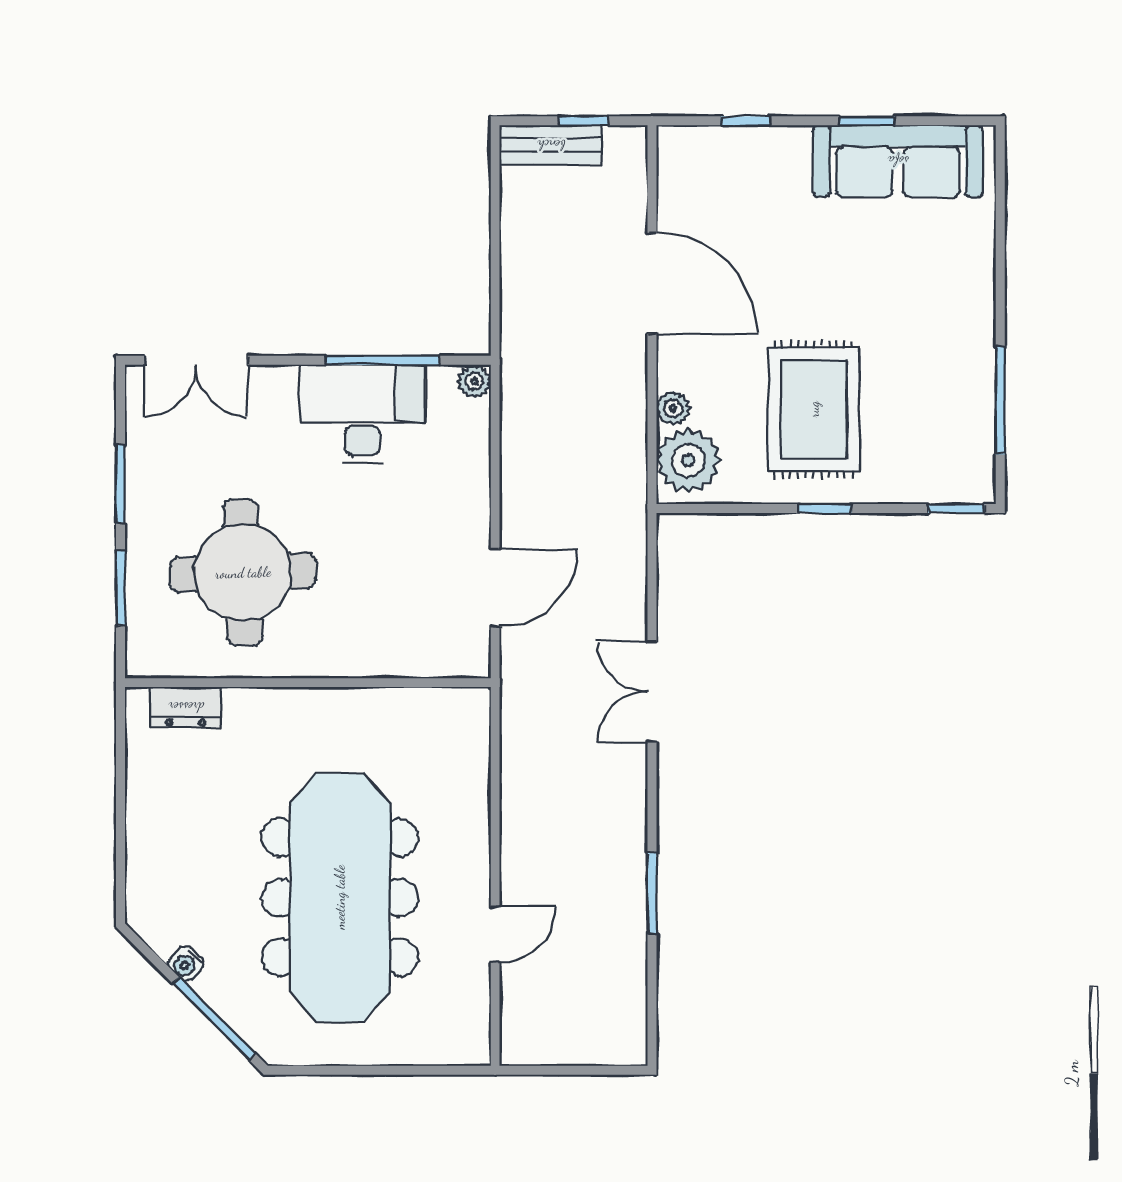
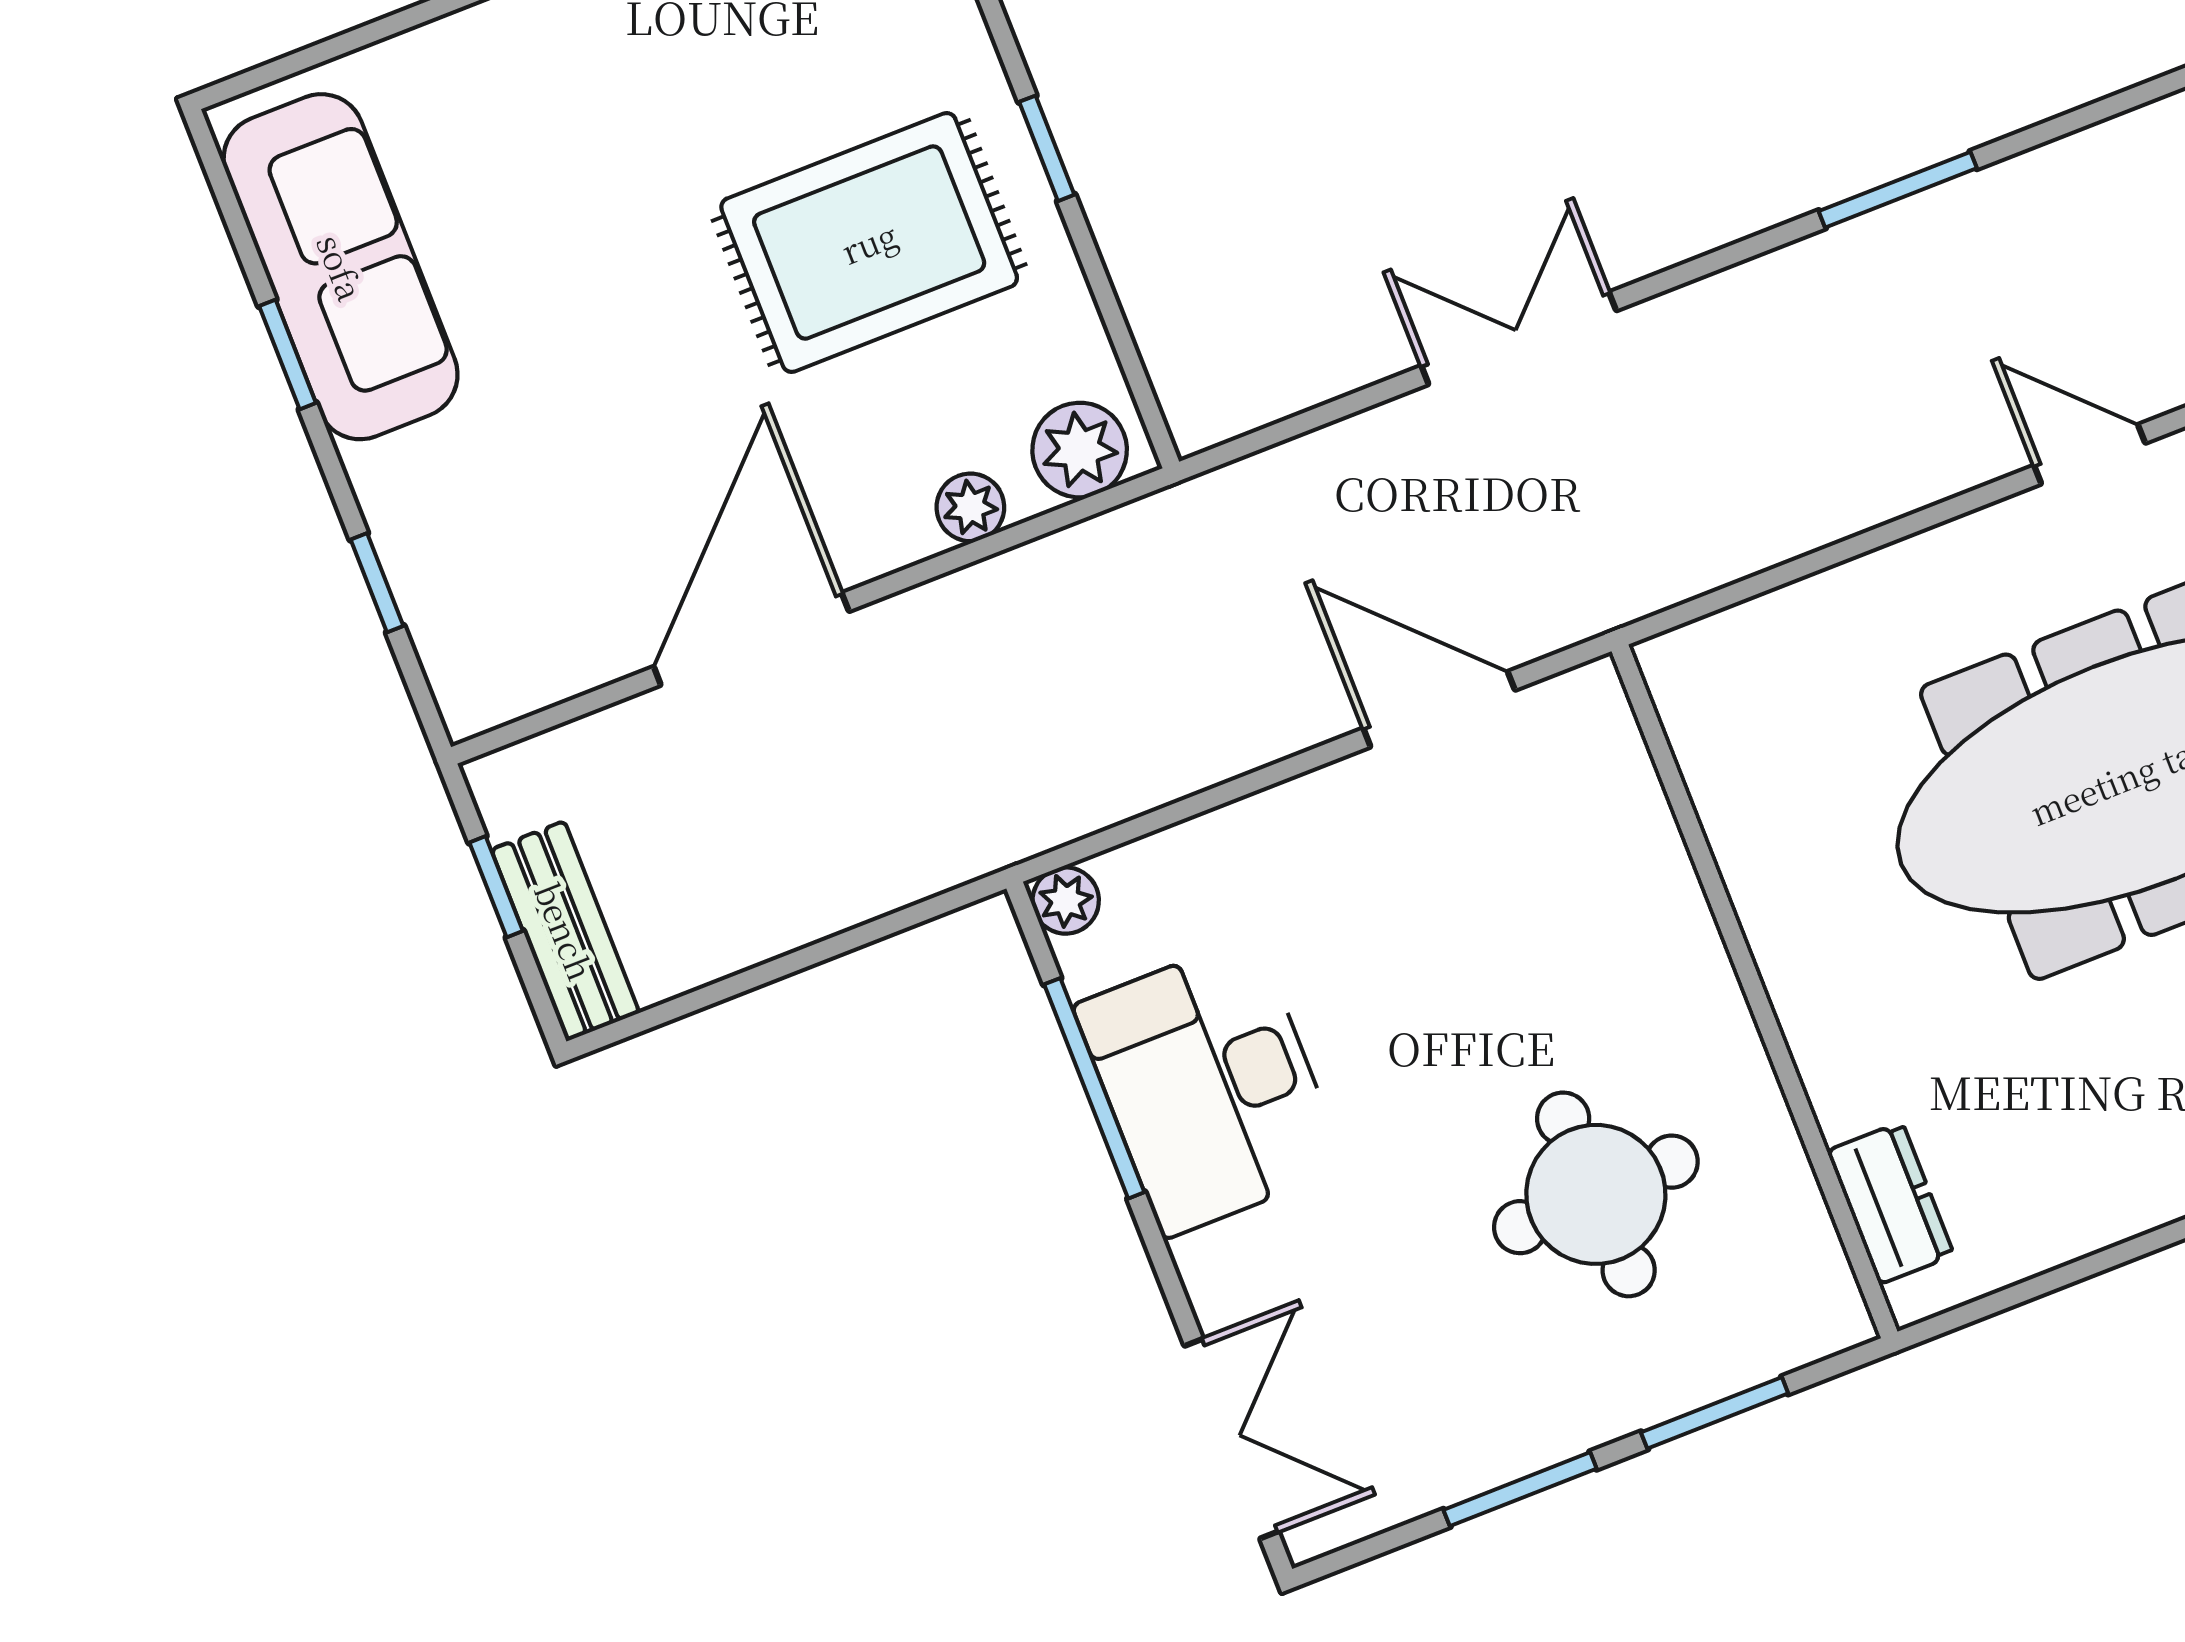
plant: (688, 460) -> (1080, 450), width x0.73, depth x0.73
round table: (243, 573) -> (1596, 1194), width x0.73, depth x0.73
double door: (652, 692) -> (1519, 338), swing flipped

